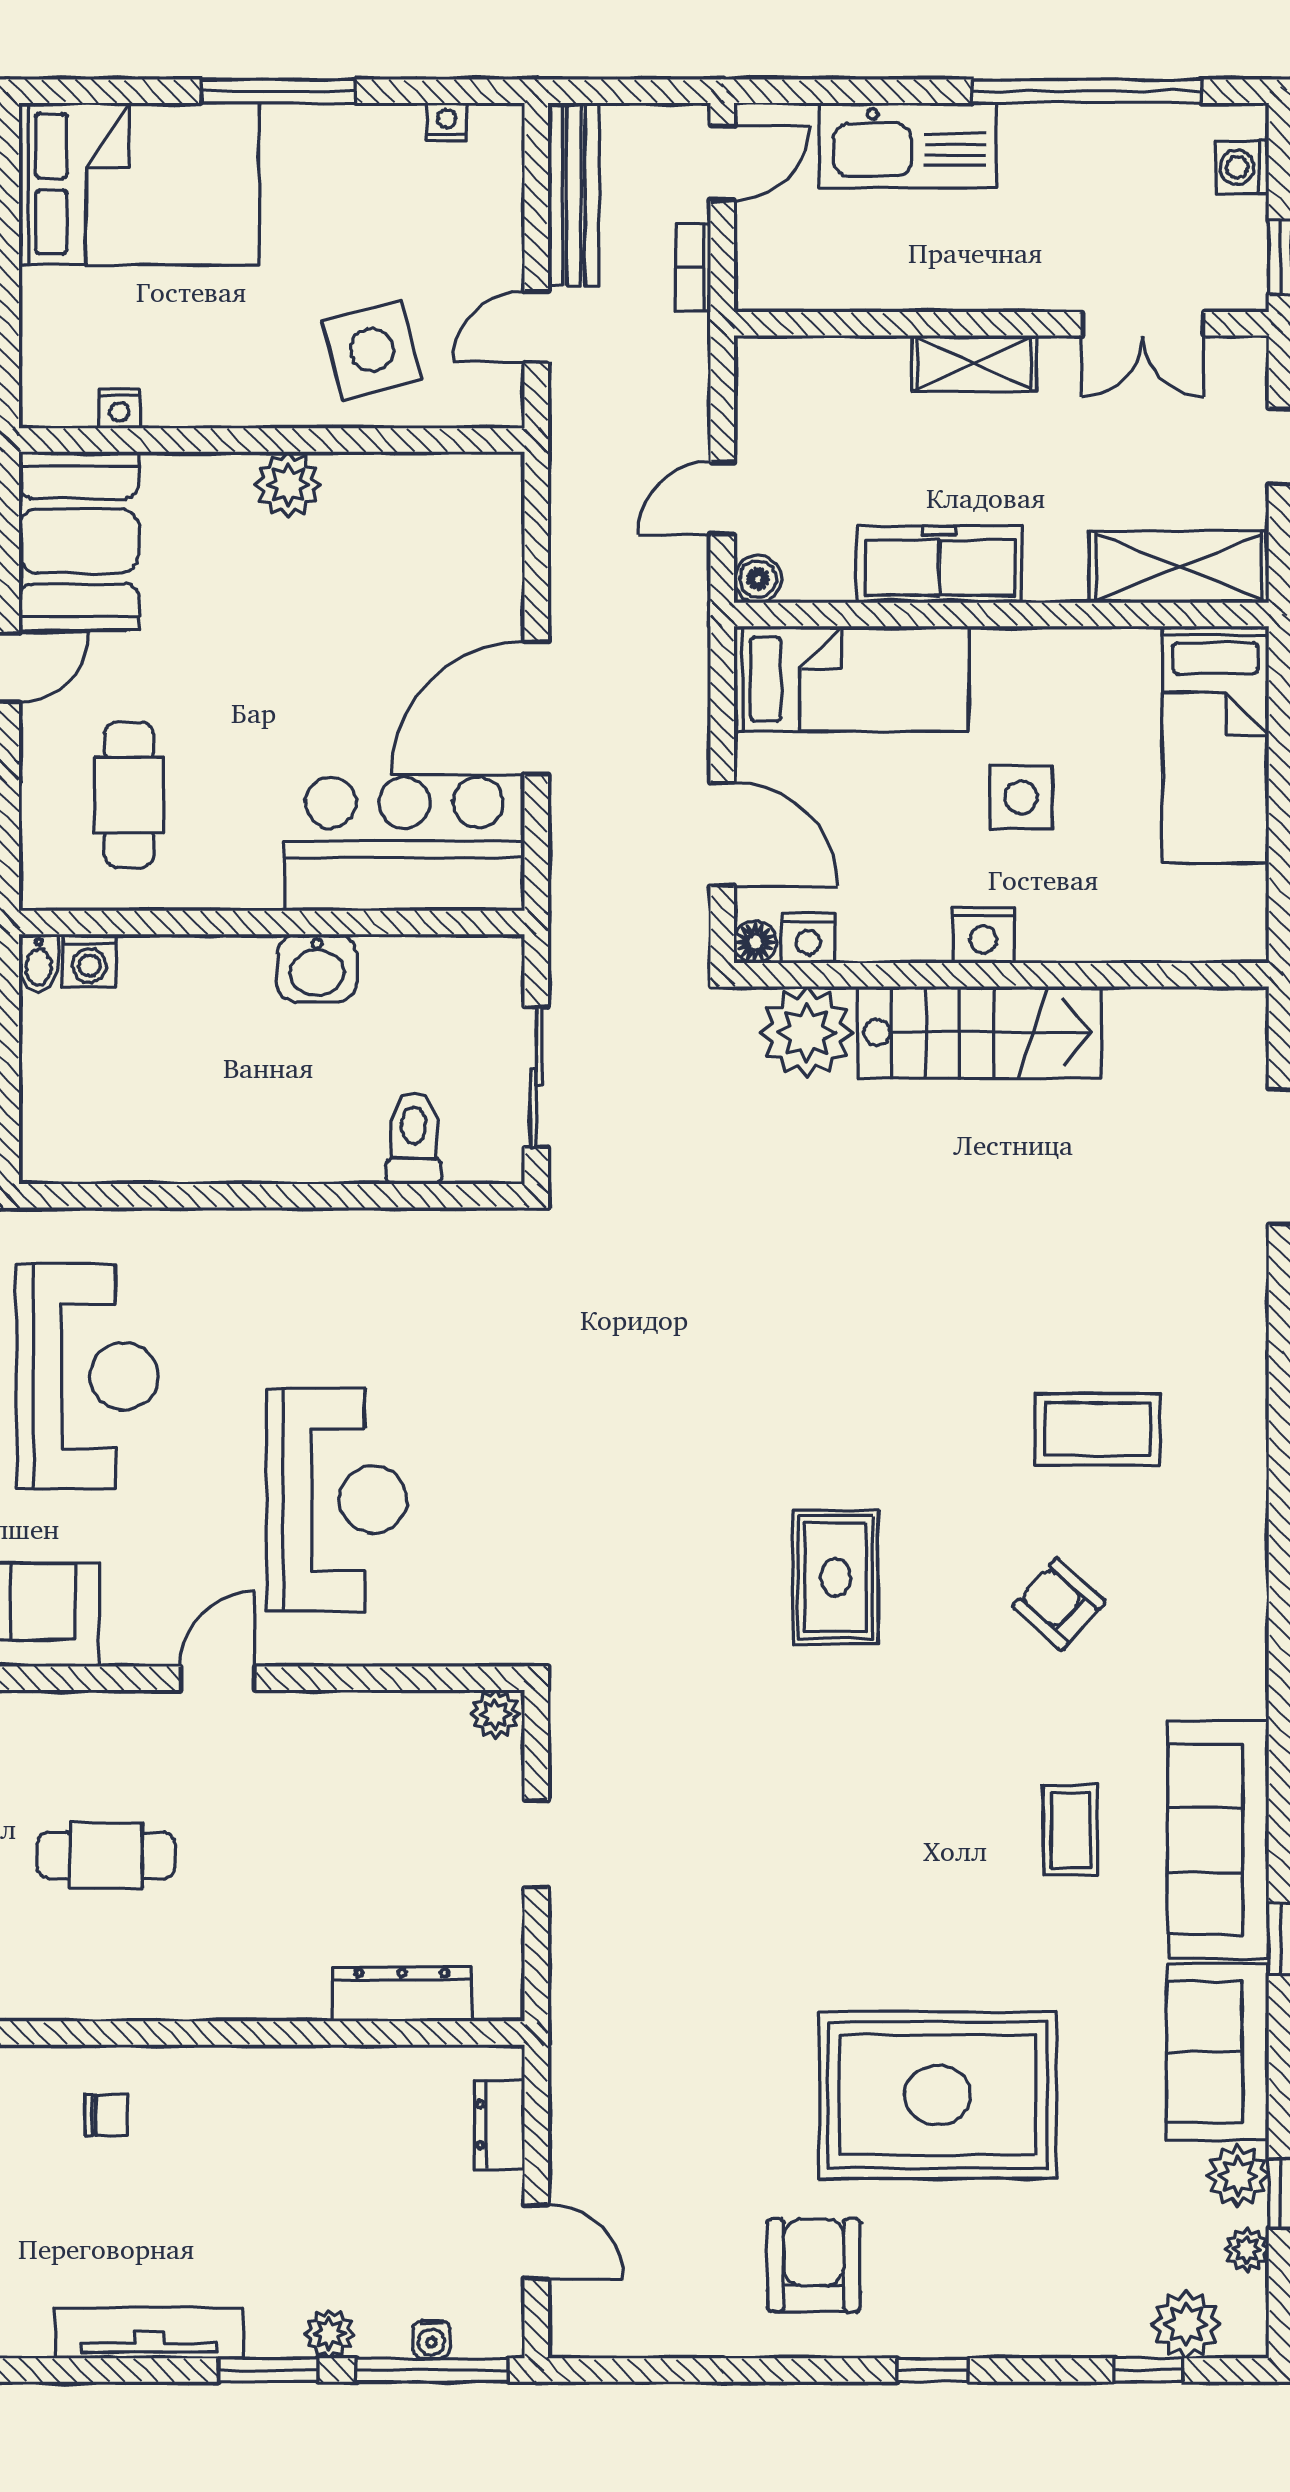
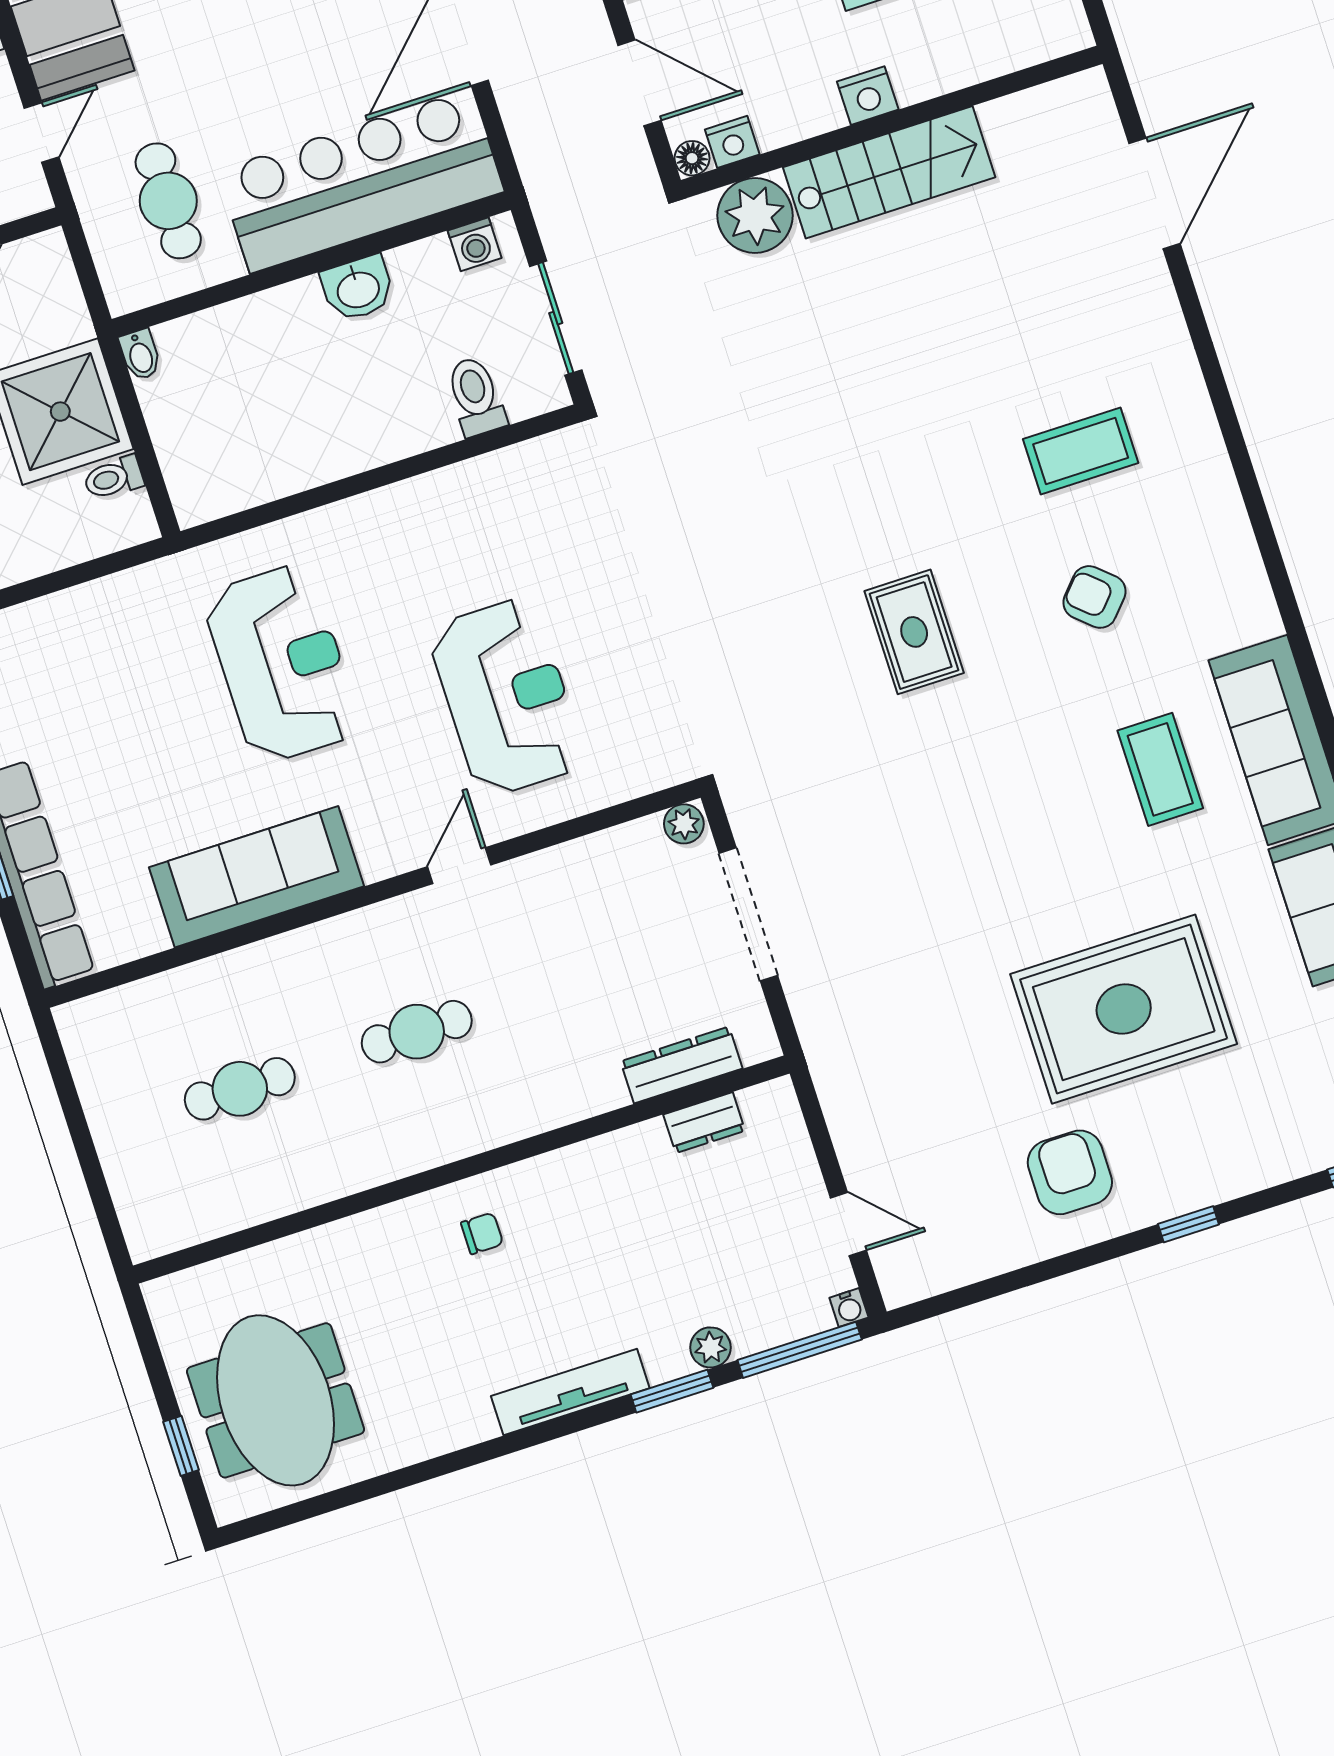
bar counter: (404, 844) -> (361, 181), width x1.36
washing machine: (89, 960) -> (475, 244), moved
coffee table: (1071, 1830) -> (1160, 769), width x1.36, depth x1.30
doorway: (536, 1844) -> (748, 914), width x1.88
dresser: (500, 2125) -> (704, 1123), moved, turned -90
water cooler: (431, 2339) -> (849, 1308), moved

